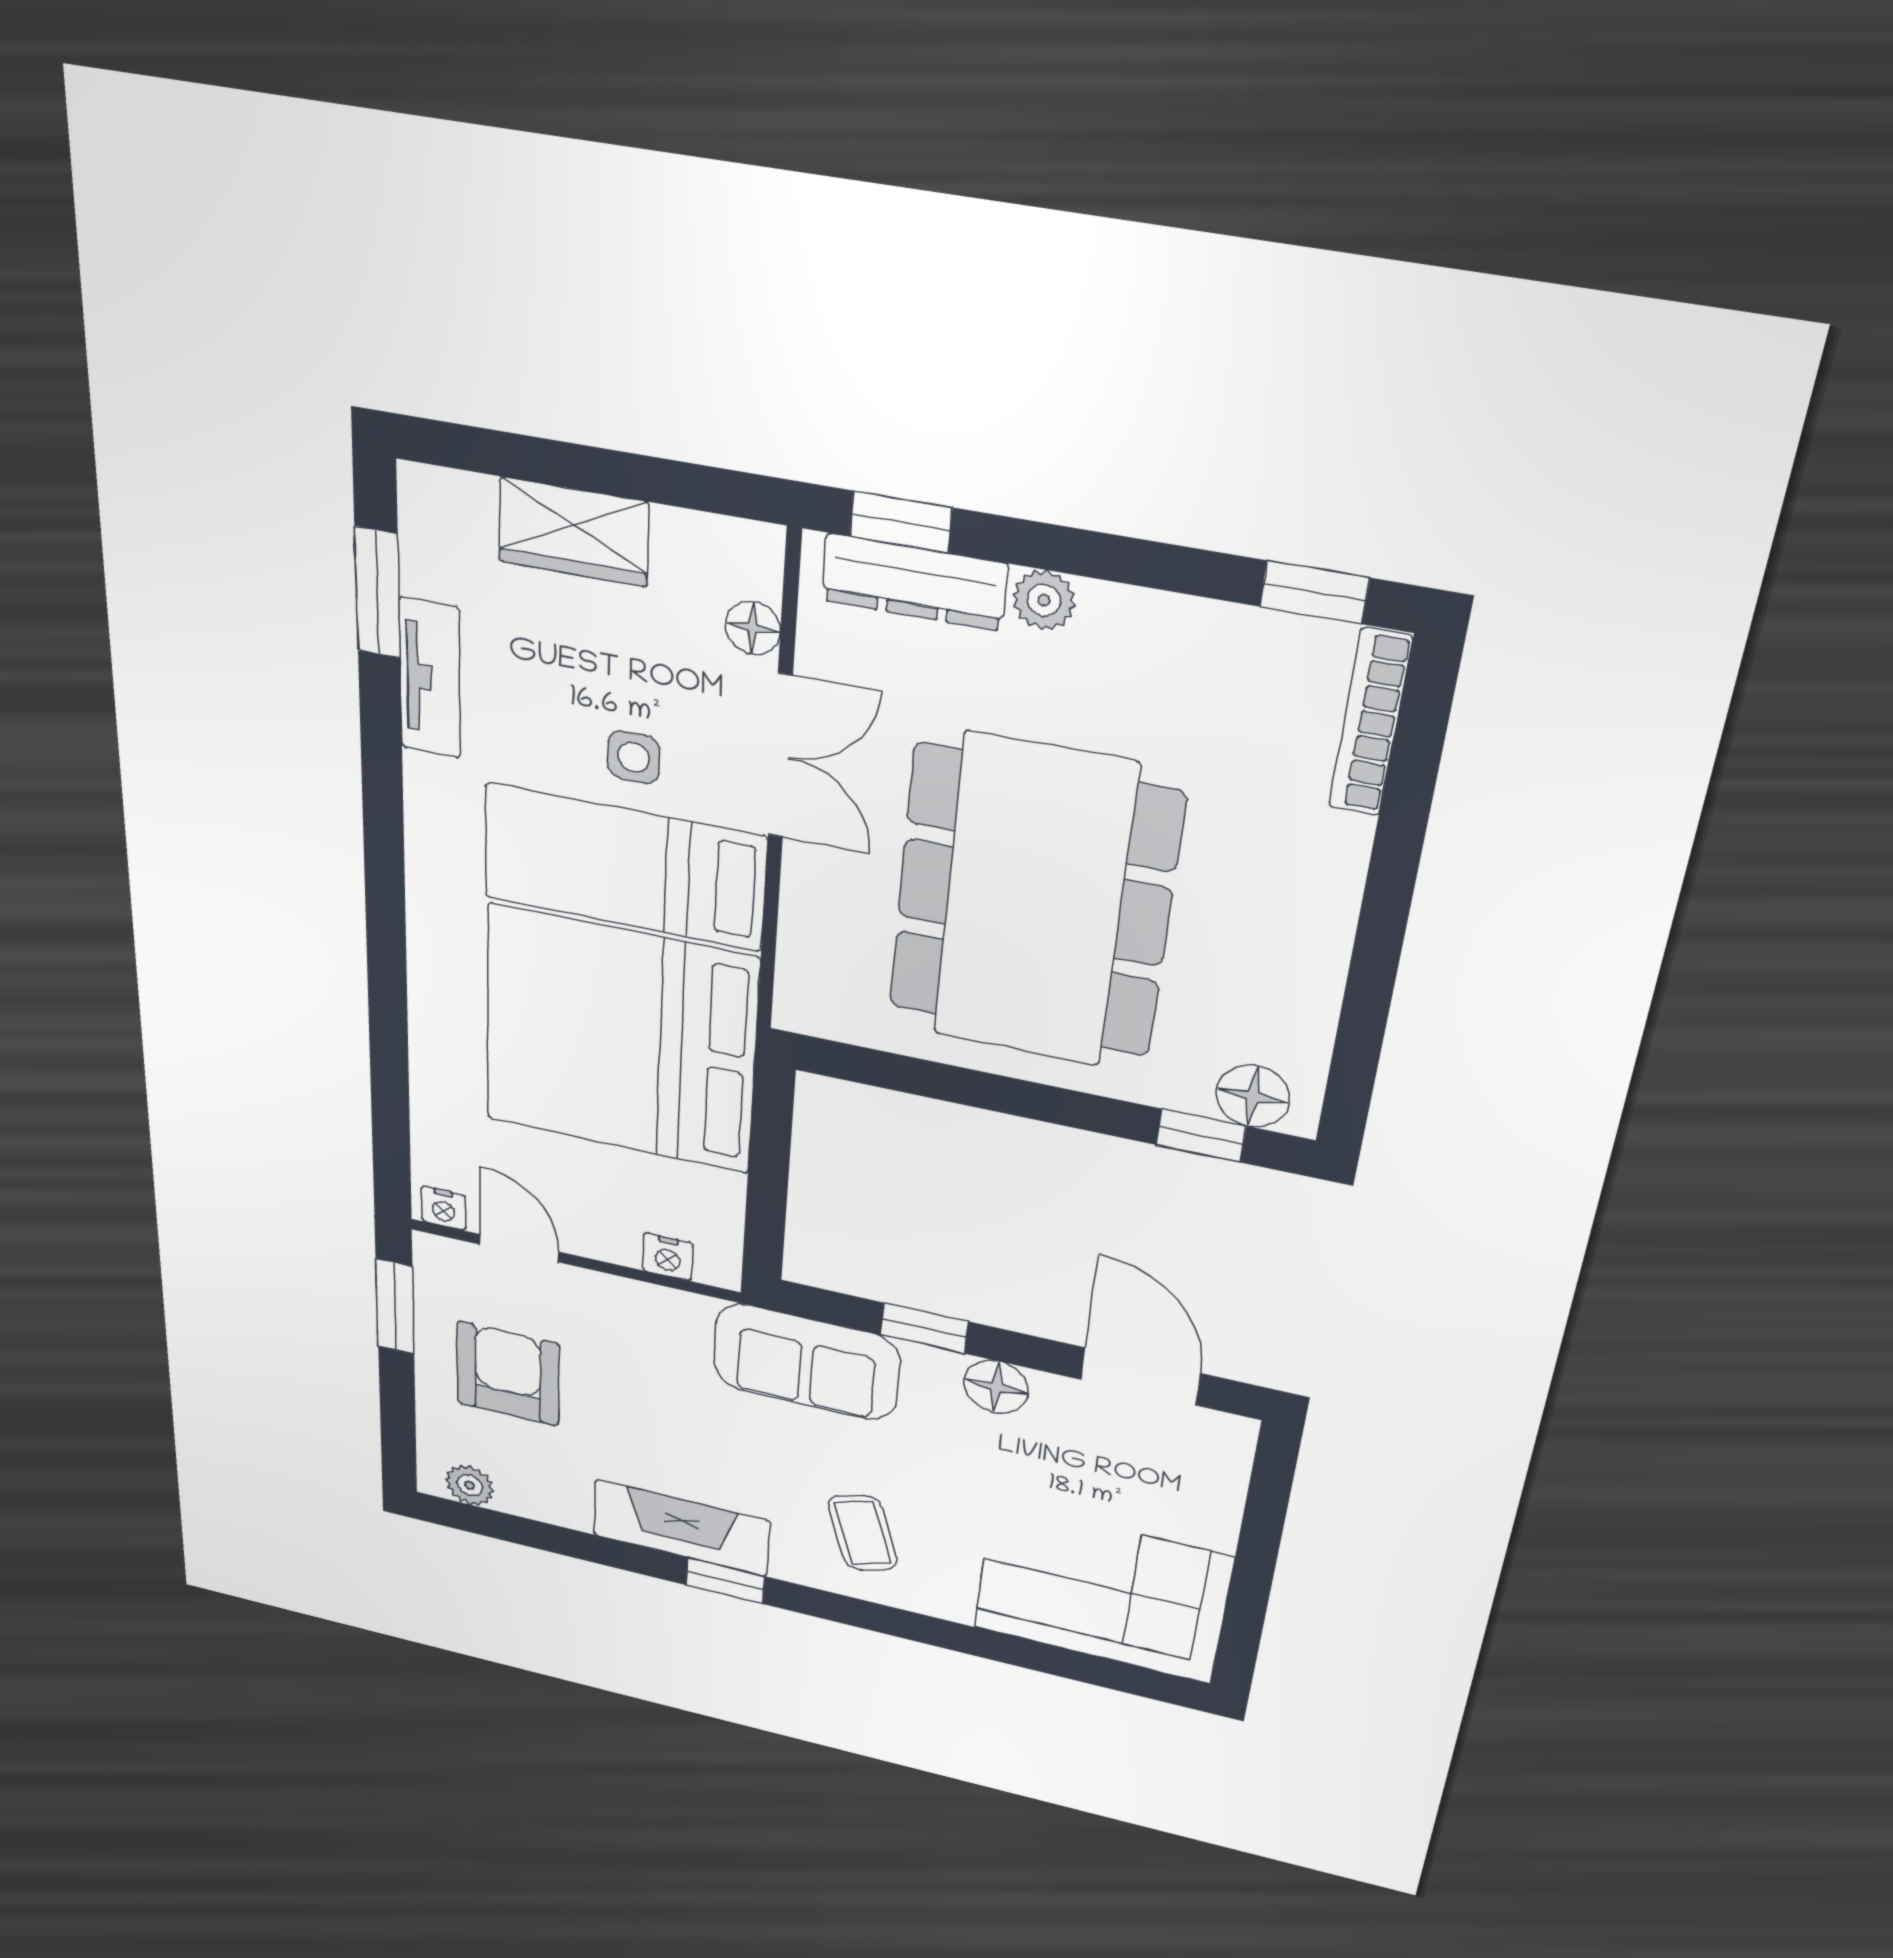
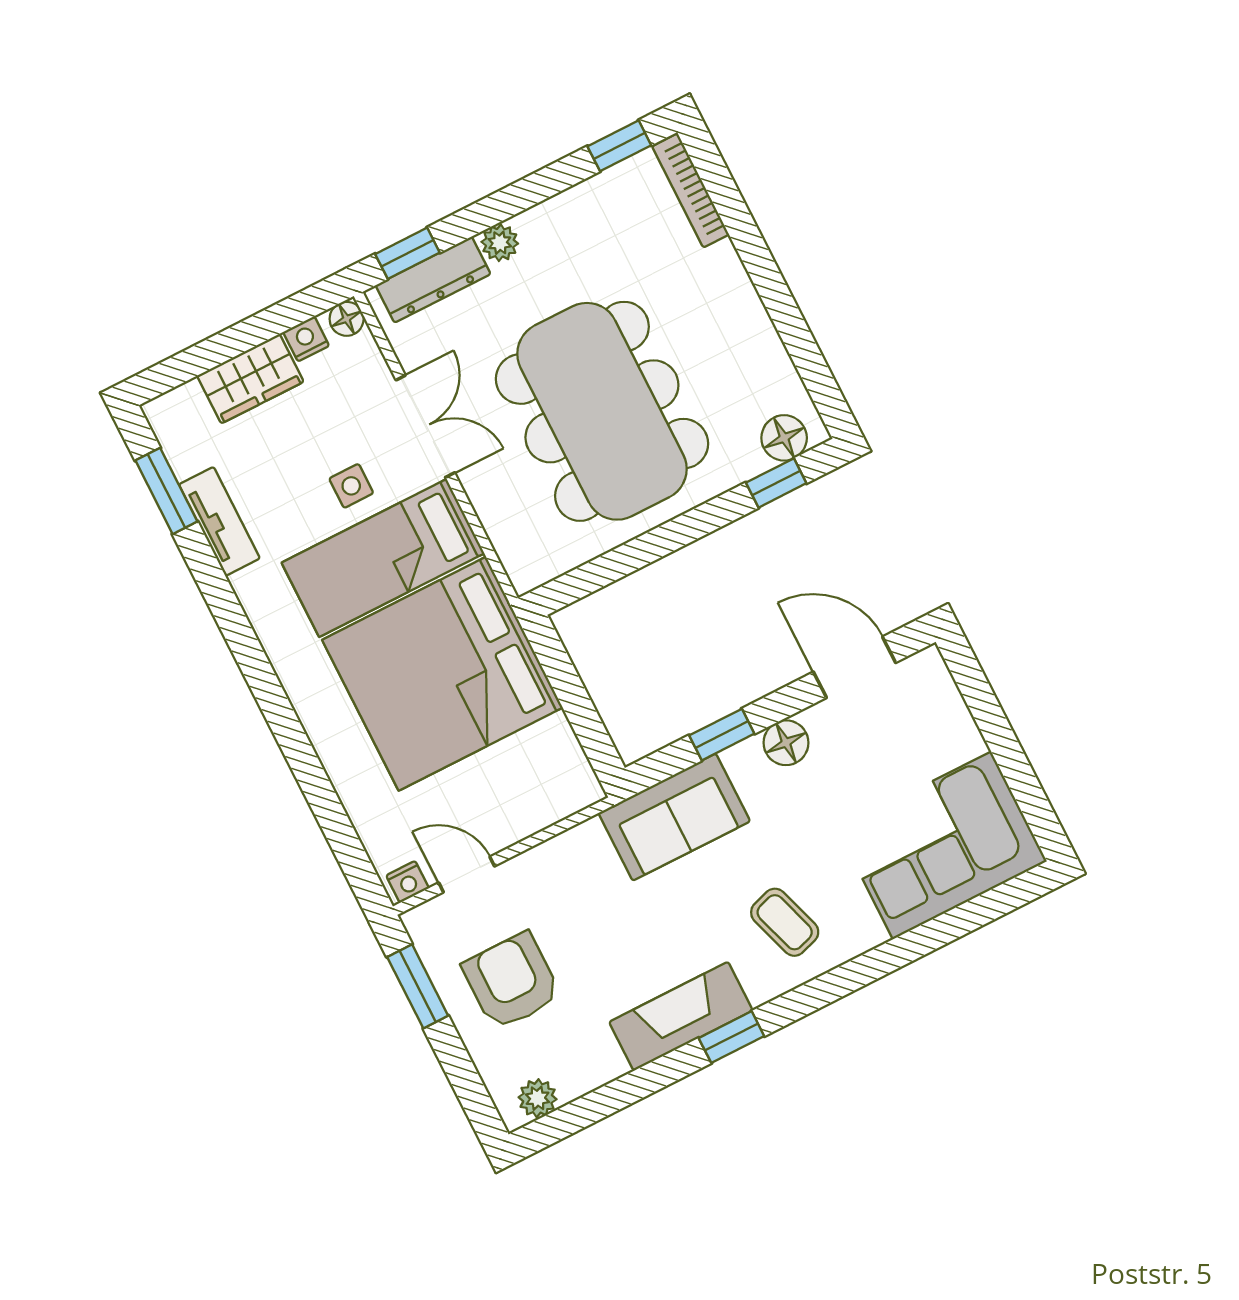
floor lamp: (753, 628) -> (347, 319), moved
nightstand: (668, 1257) -> (306, 339), moved, turned 180

